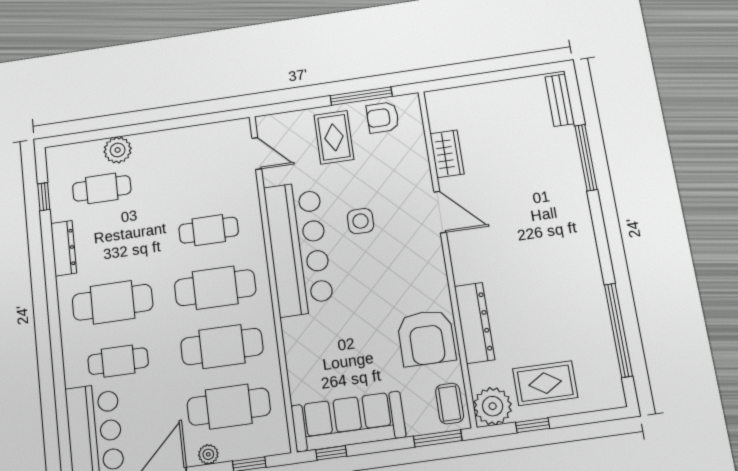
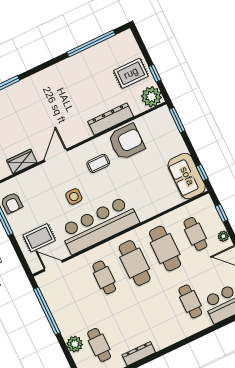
window: (187, 122) -> (47, 311), added
rug: (334, 137) -> (39, 238), moved
door: (257, 154) -> (53, 266), hinge flipped
cafe table: (113, 302) -> (160, 316), removed
rug: (545, 383) -> (131, 73), turned 90
coffee table: (450, 404) -> (98, 163), moved
cafe table: (229, 407) -> (195, 234), width x0.73, depth x0.74
sofa: (348, 421) -> (187, 176), width x0.73

